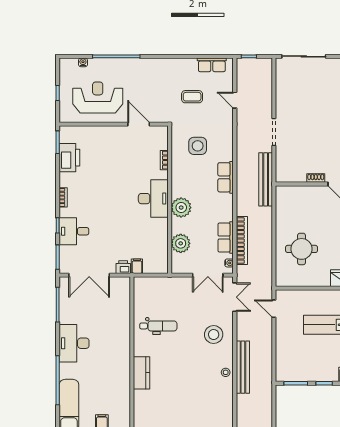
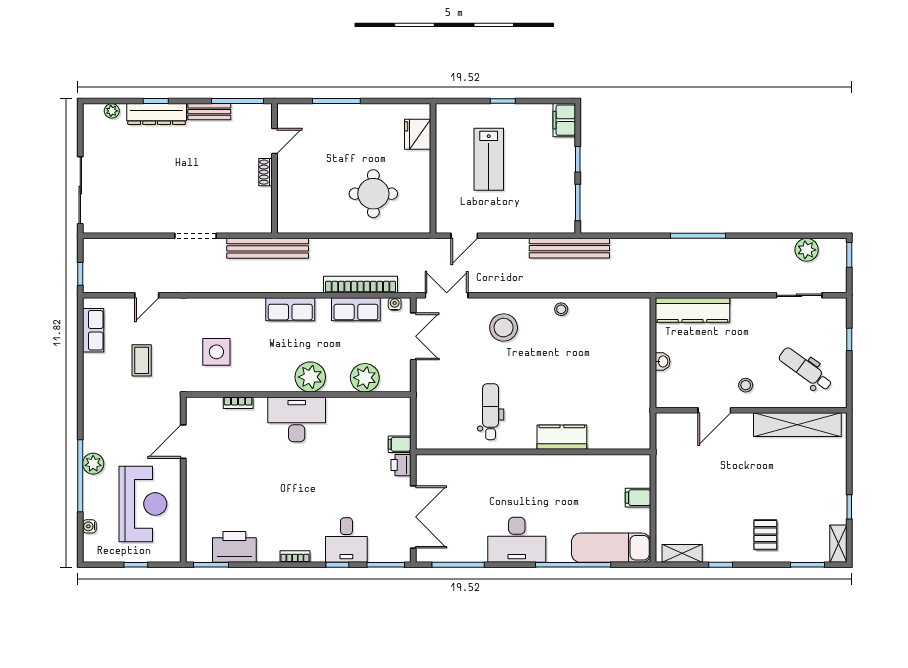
plant: (124, 65) -> (93, 464), added
reception desk: (98, 98) -> (143, 504), turned 180
row of seats: (226, 177) -> (290, 309), moved
bench: (243, 367) -> (569, 248), moved

